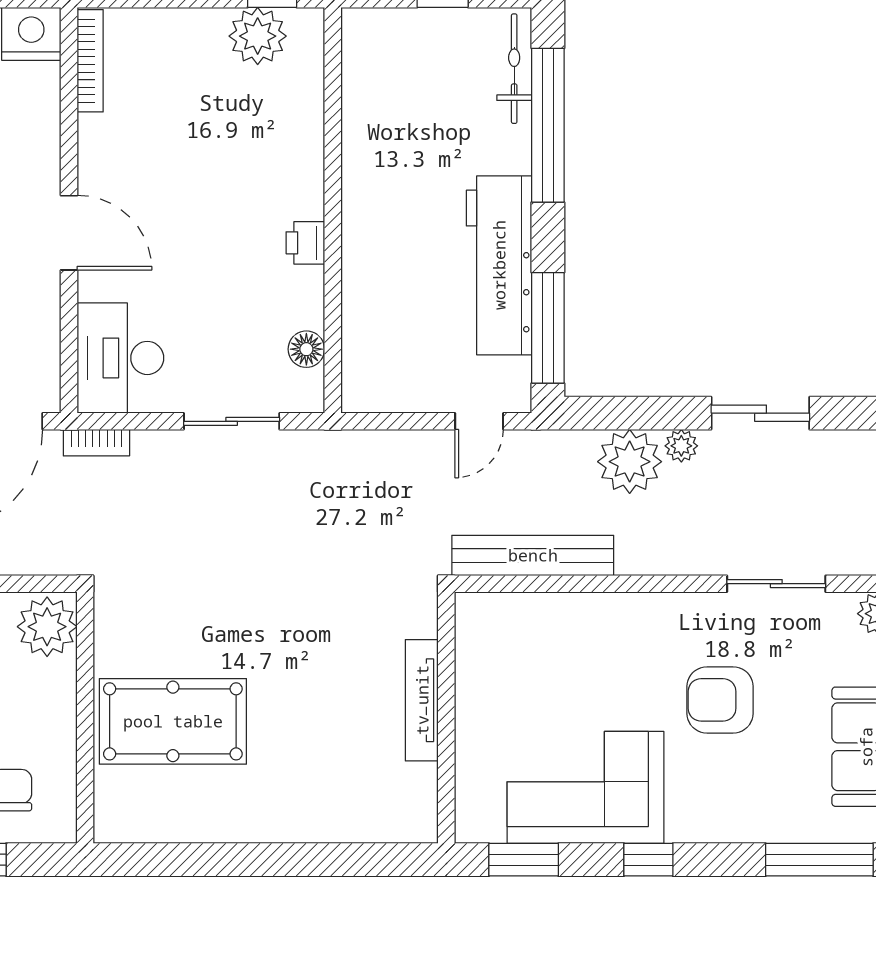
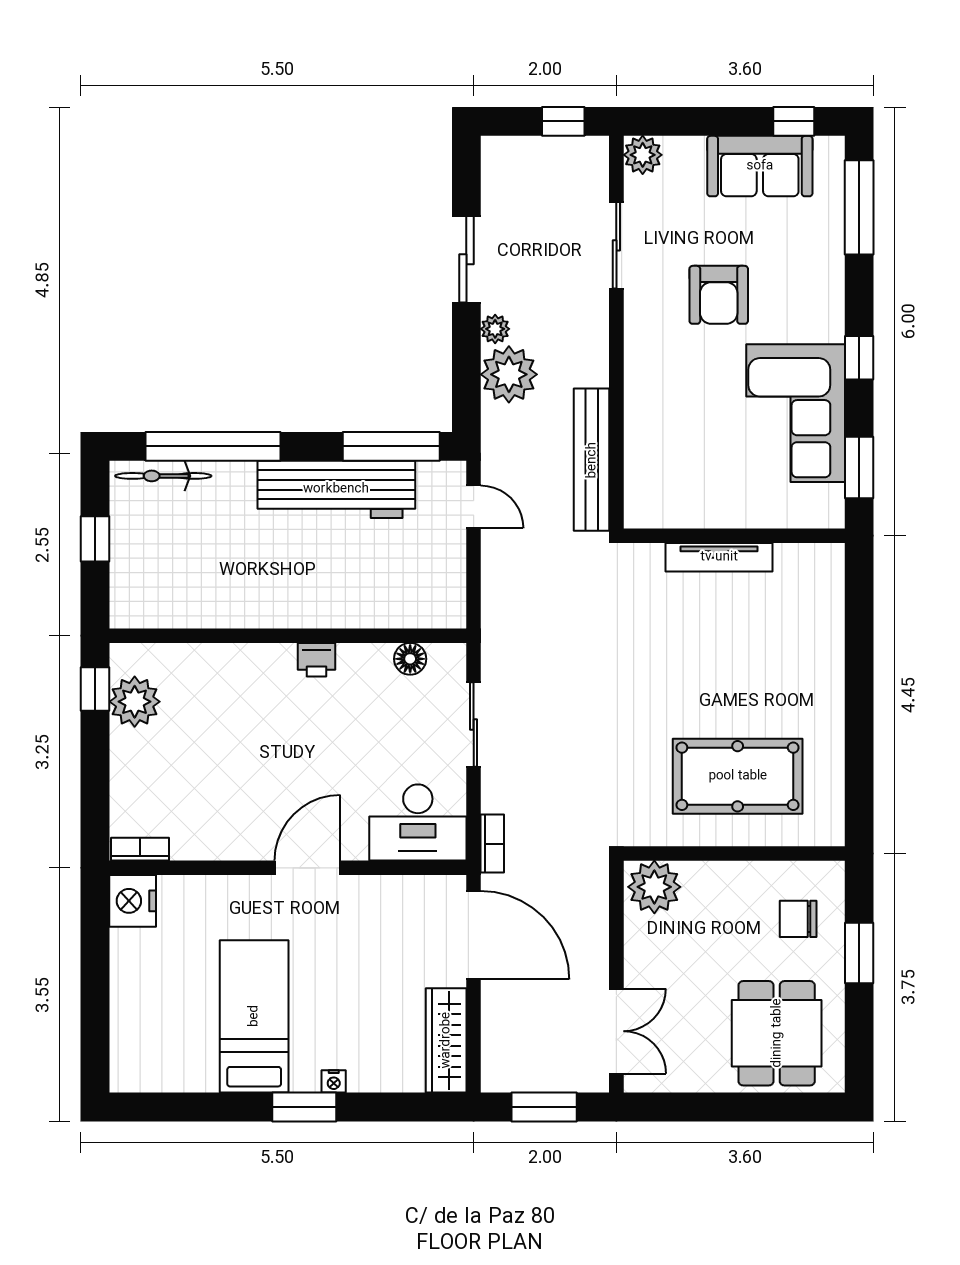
bookcase: (90, 61) -> (140, 849), width x0.64
pool table: (173, 721) -> (738, 776), turned 90

